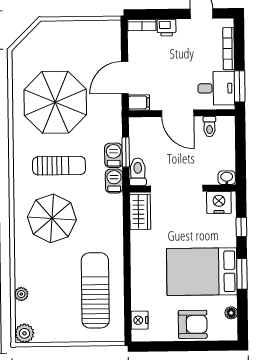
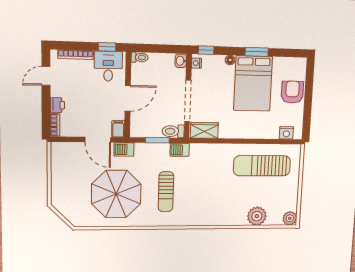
window: (240, 86) -> (107, 47), width x0.67
toilet: (209, 127) -> (140, 57), moved
barbecue: (114, 155) -> (124, 149), moved
sun lounger: (59, 166) -> (166, 192), turned 180
nightstand: (219, 202) -> (196, 63), width x0.53, depth x0.56
parasol: (52, 218) -> (206, 197), removed
window: (241, 227) -> (206, 50), moved
plant: (21, 294) -> (257, 216), width x1.88, depth x1.88
floor lamp: (231, 313) -> (230, 60), moved

